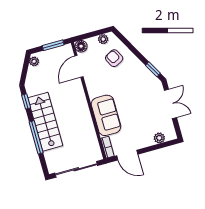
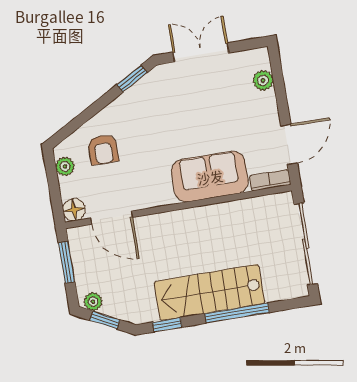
armchair: (114, 58) -> (103, 150), turned -62
window: (25, 69) -> (105, 320), added

